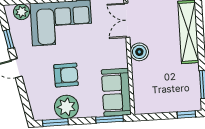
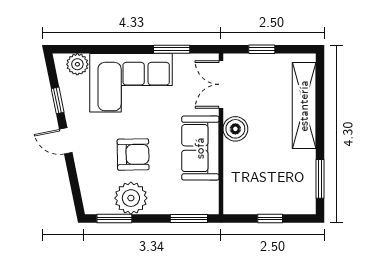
sofa: (116, 92) -> (200, 148), moved
window: (186, 114) -> (270, 218), moved

